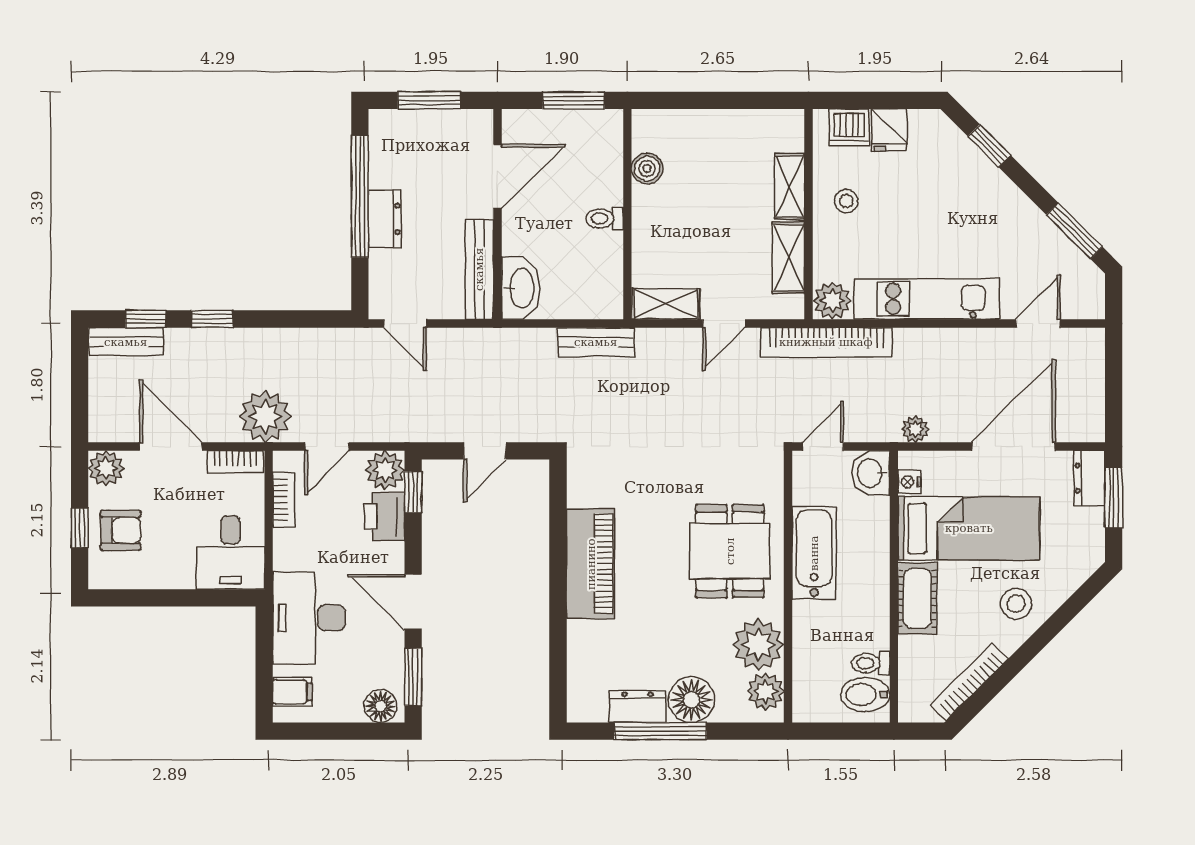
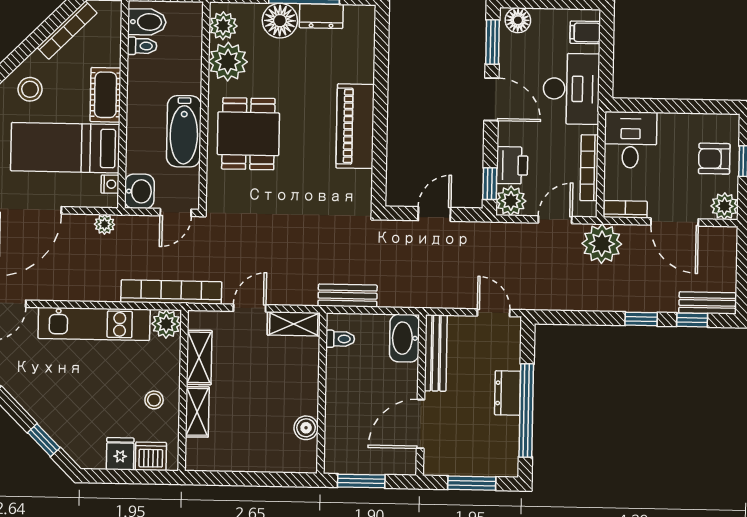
toilet: (605, 218) -> (340, 339), moved
bookcase: (284, 500) -> (589, 168), width x1.56

